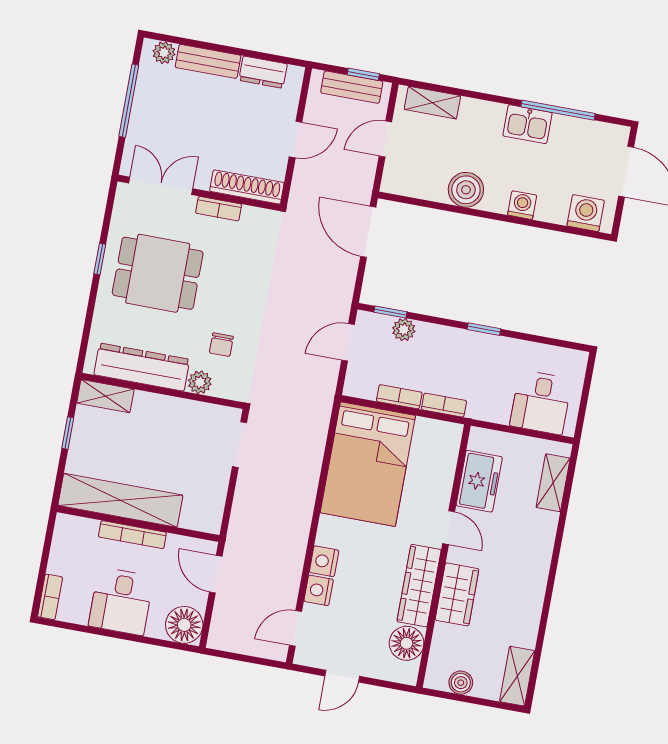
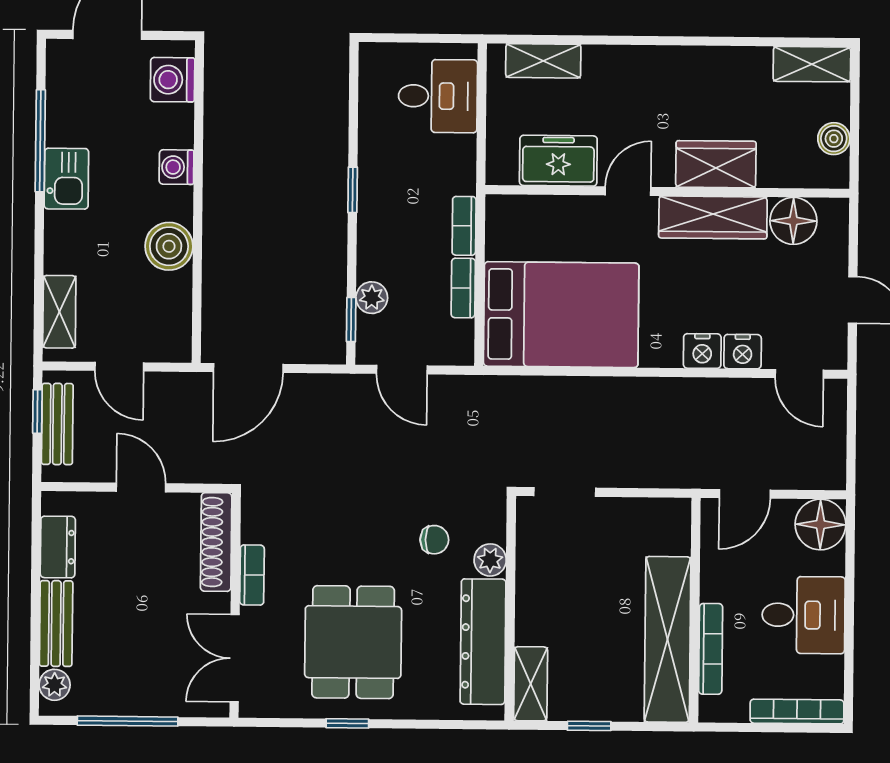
bookcase: (132, 535) -> (711, 649), moved
bookcase: (50, 597) -> (797, 712), width x1.56

